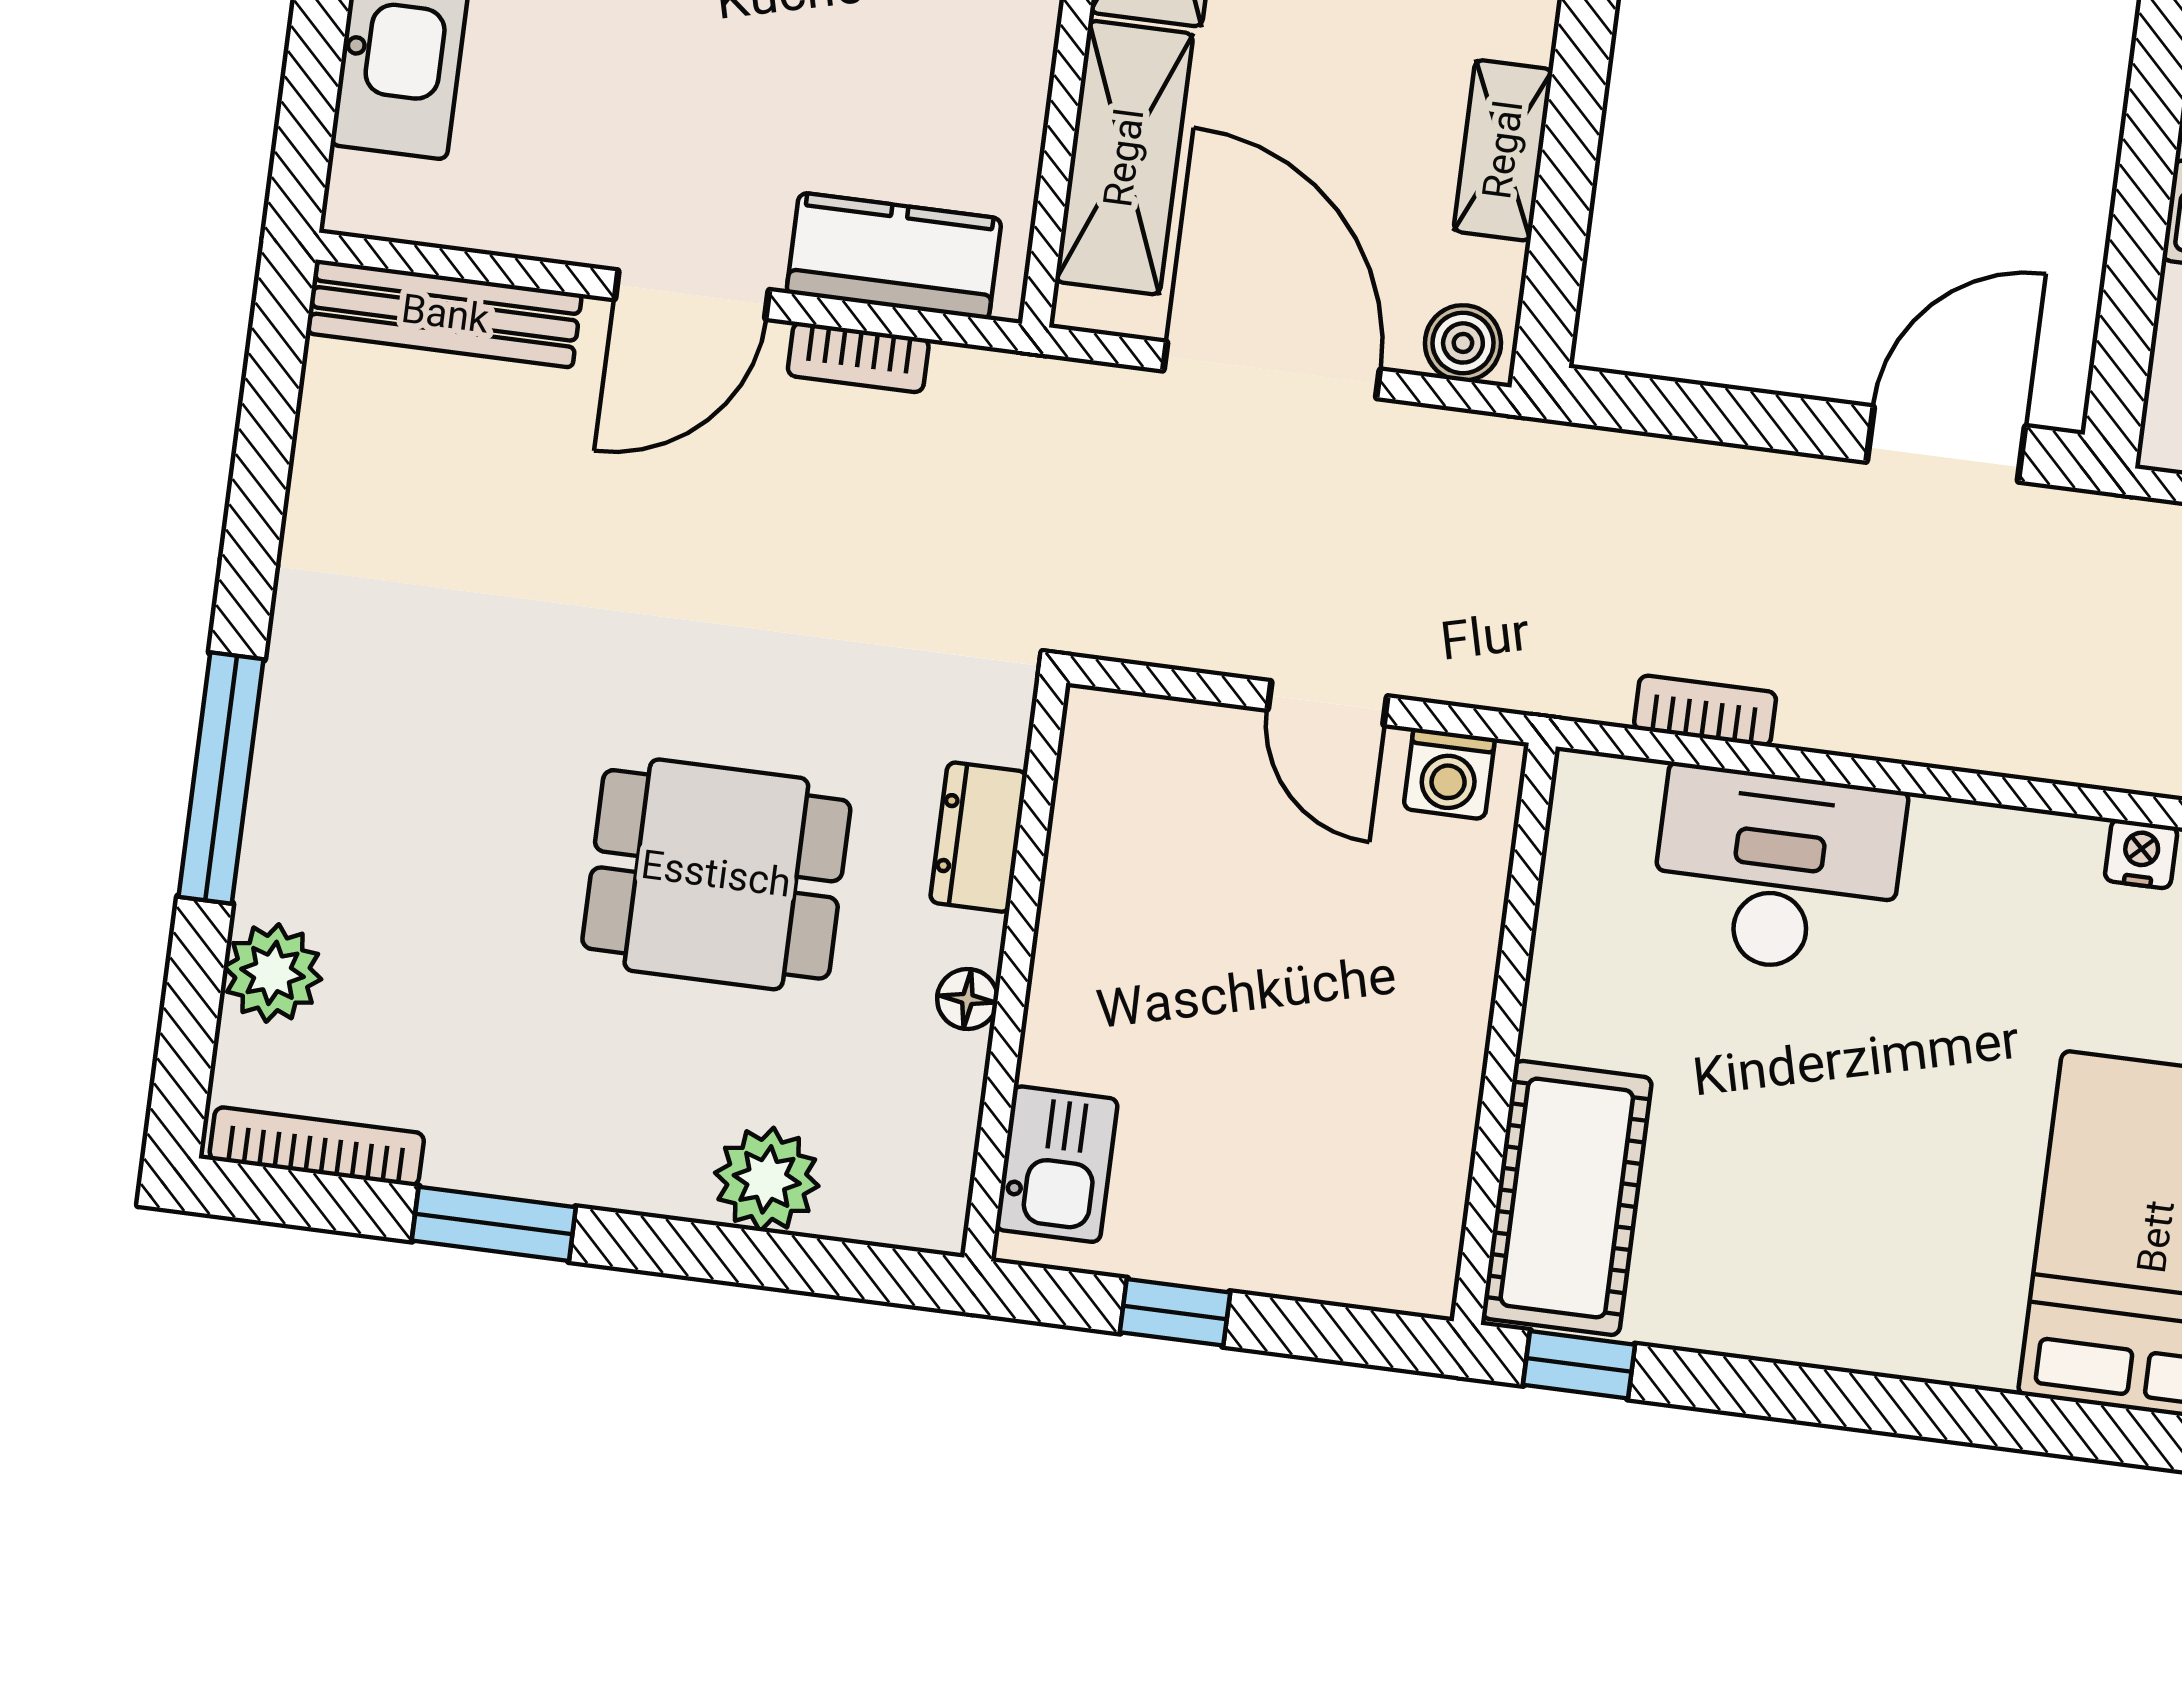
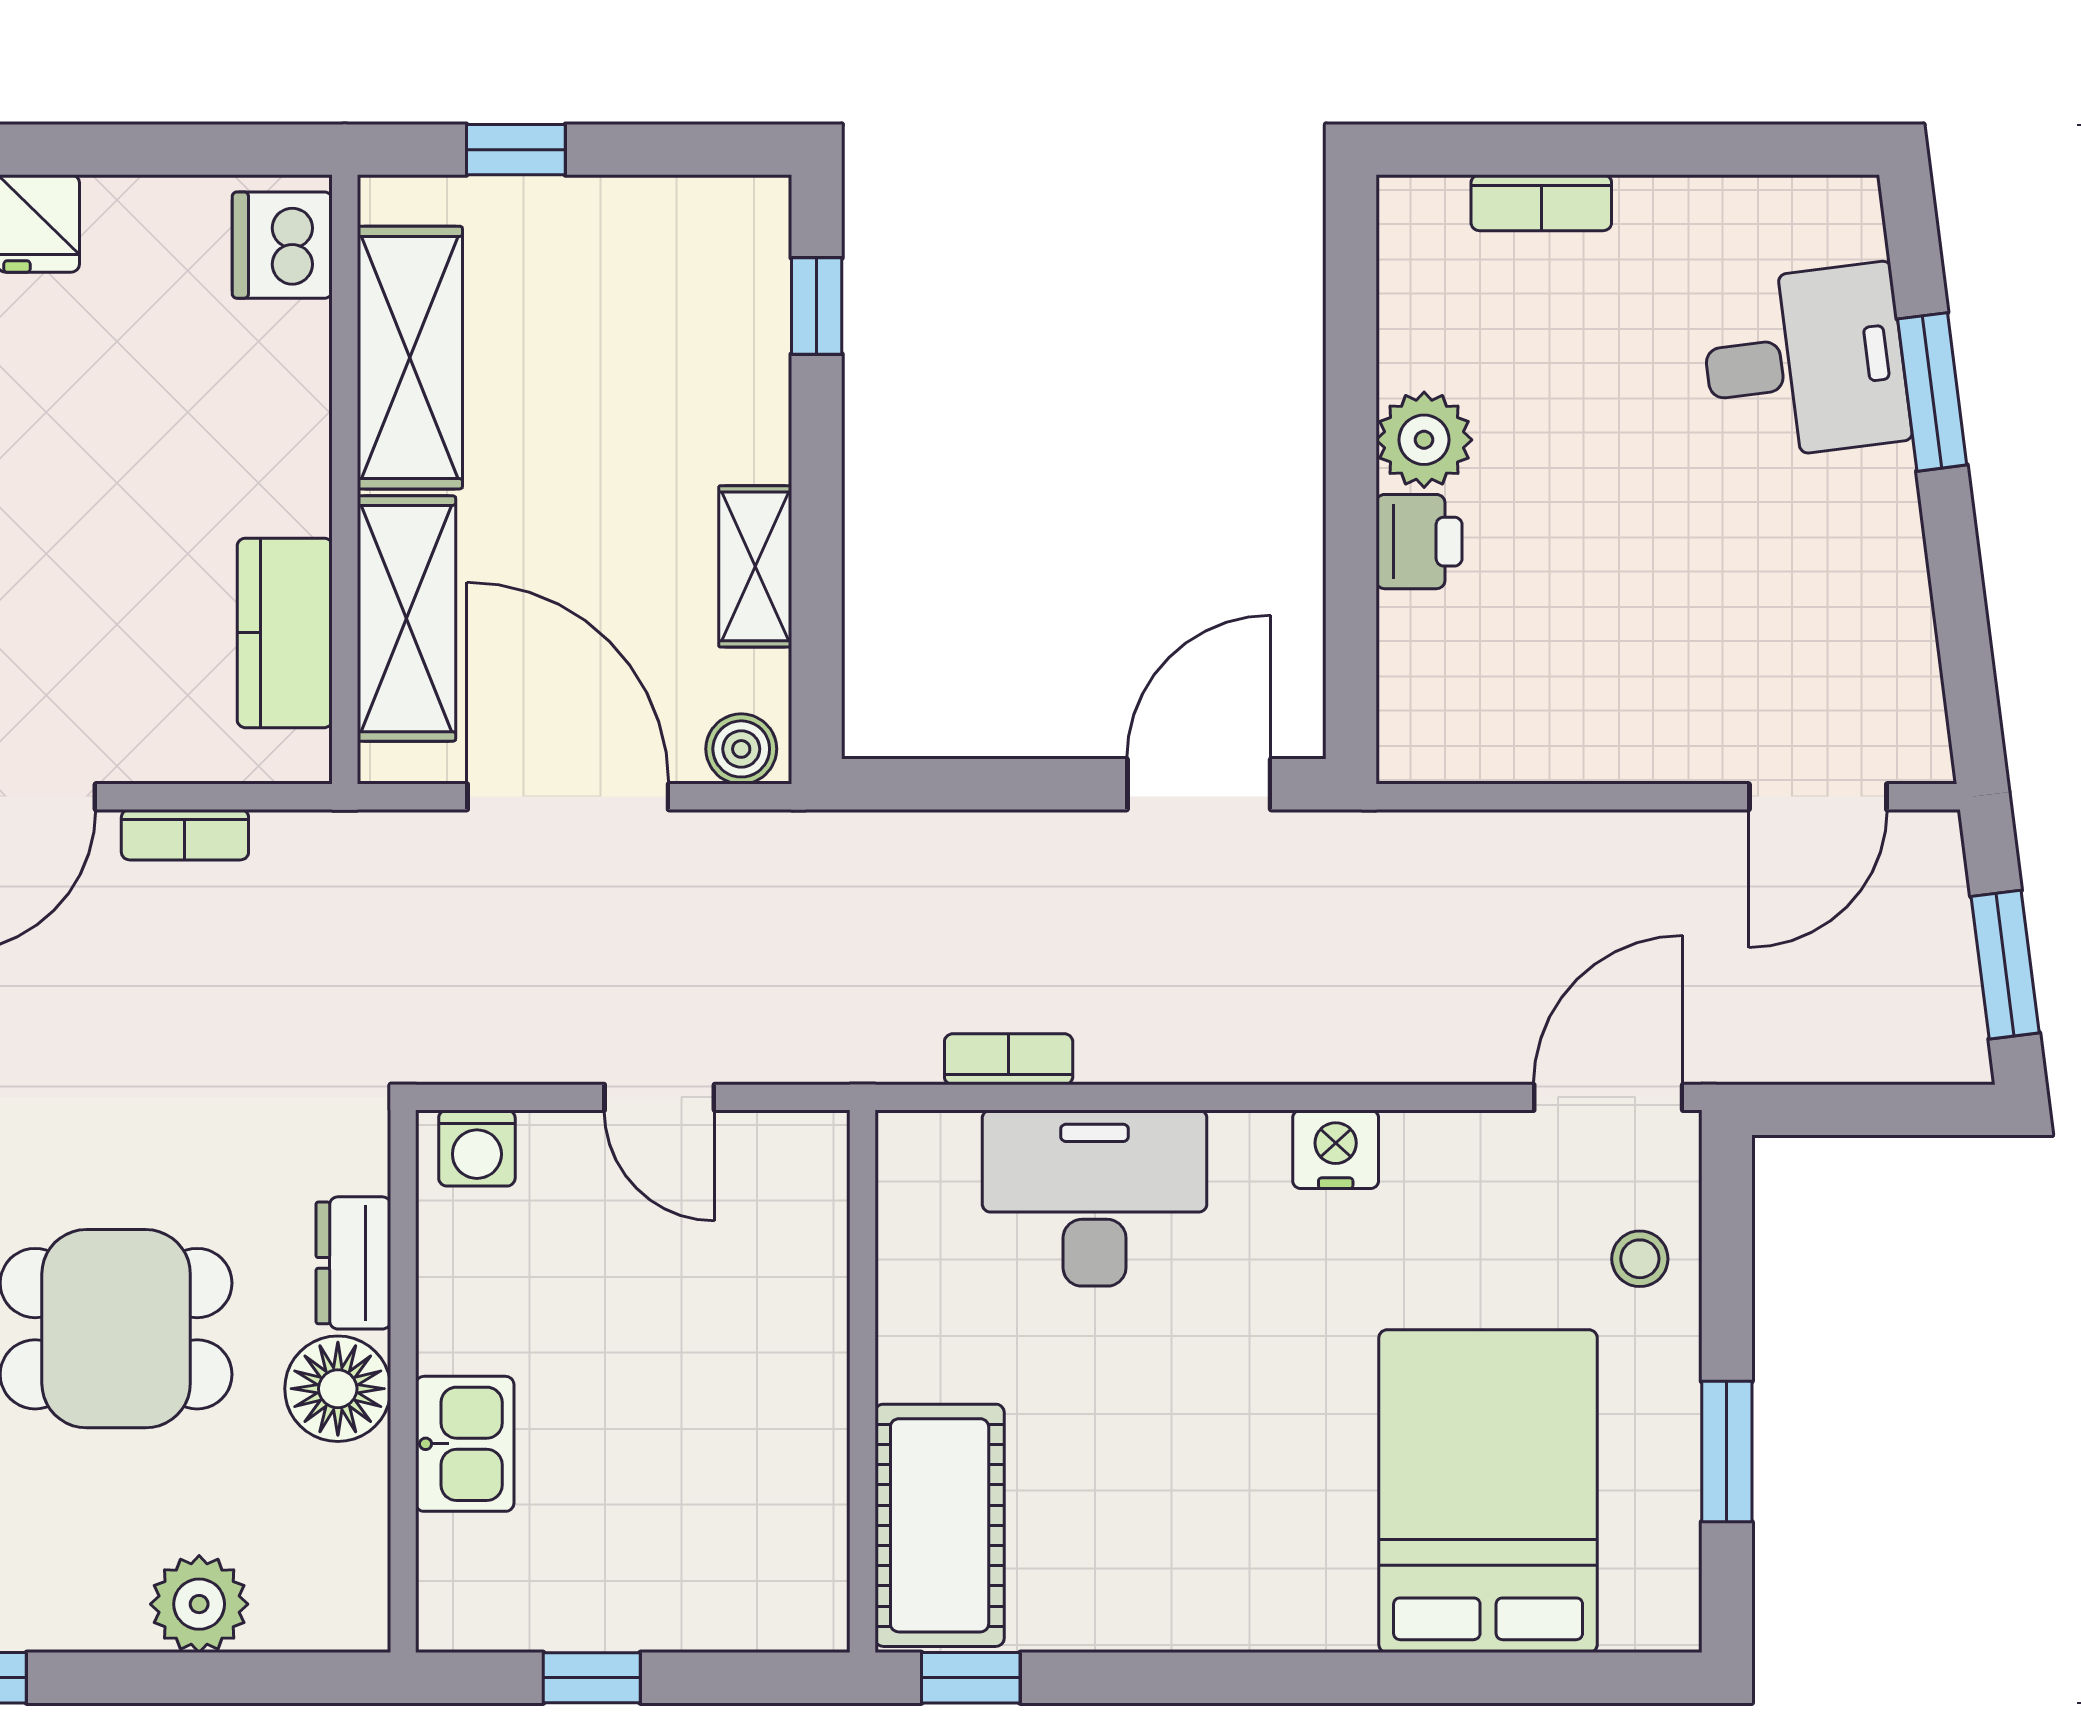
kitchen counter: (894, 256) -> (285, 633), moved, turned -90
washing machine: (1449, 774) -> (477, 1148), moved
nightstand: (2141, 854) -> (1336, 1149), moved, width x1.39, depth x1.35
floor lamp: (967, 999) -> (338, 1389), width x1.89, depth x1.89
kitchen sink: (1057, 1164) -> (465, 1444), moved

